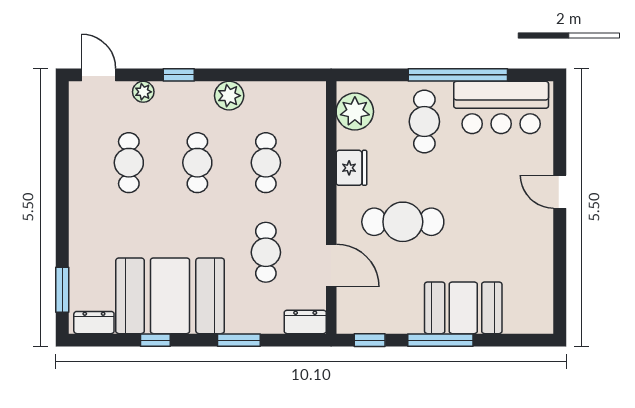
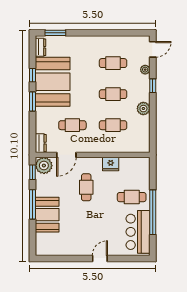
plant: (355, 112) -> (44, 166), moved
cafe table: (403, 222) -> (86, 187), width x0.73, depth x0.74
window: (239, 340) -> (33, 101), moved

